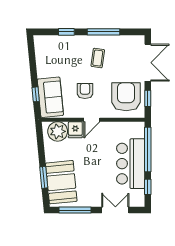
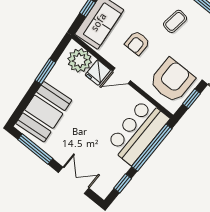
armchair: (85, 91) -> (137, 43), turned 180
bar counter: (131, 164) -> (138, 132), moved
window: (44, 177) -> (45, 71), moved

